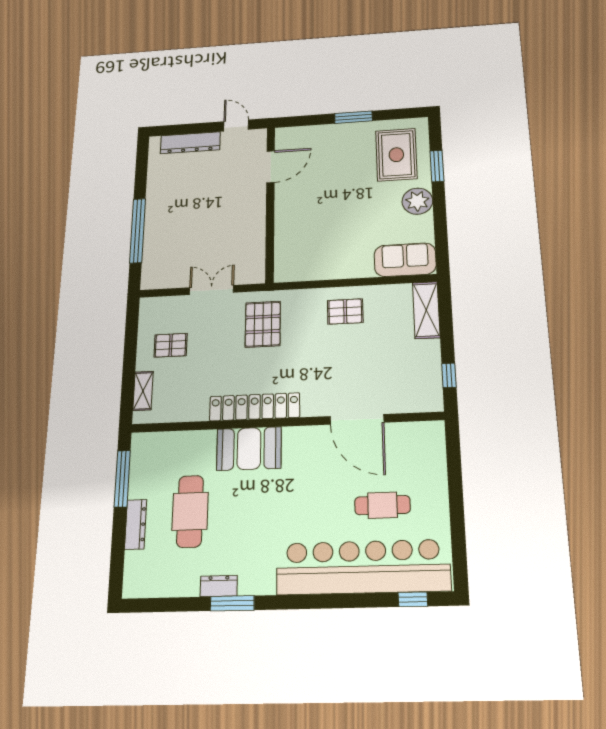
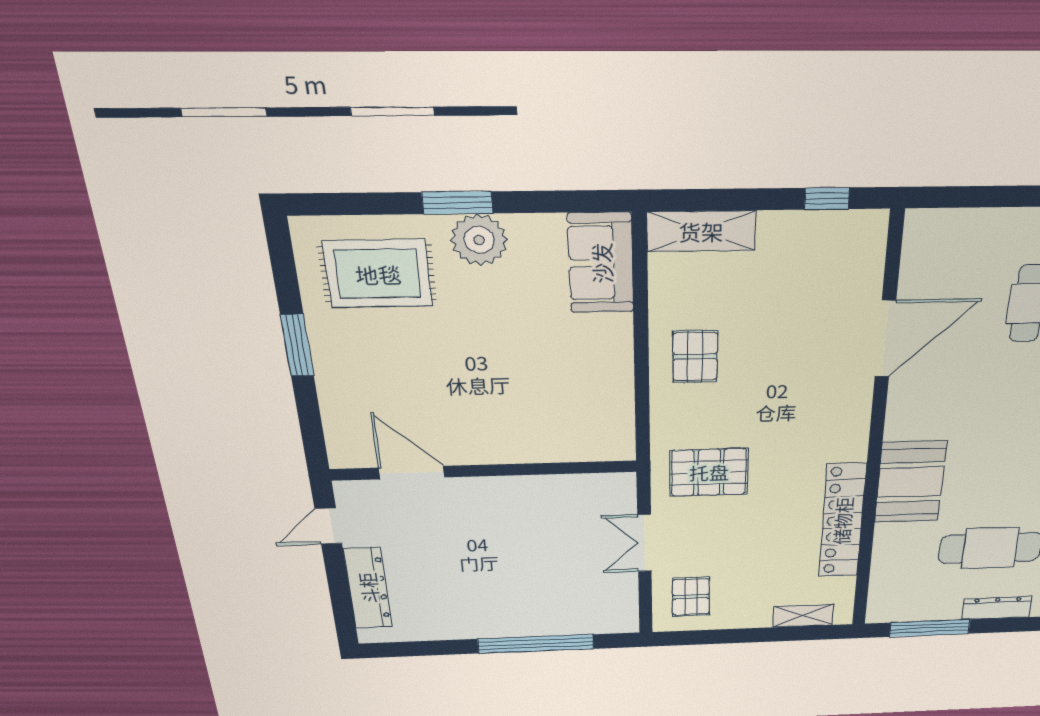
window: (437, 166) -> (457, 203), moved
pallet: (171, 345) -> (691, 597), moved
locker: (255, 407) -> (842, 521), moved

